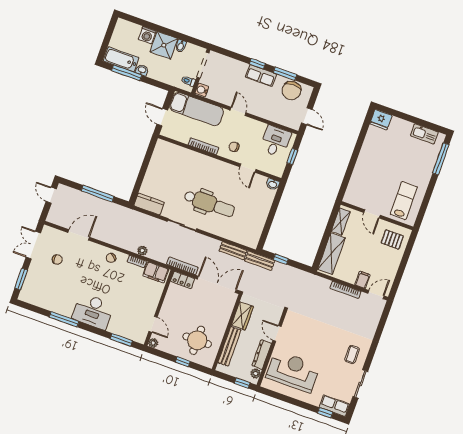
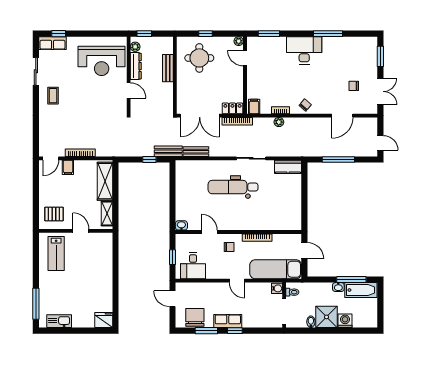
filing cabinet: (156, 272) -> (254, 106), width x0.50
wardrobe: (242, 316) -> (166, 95), removed
bench: (229, 346) -> (168, 68), width x0.73

